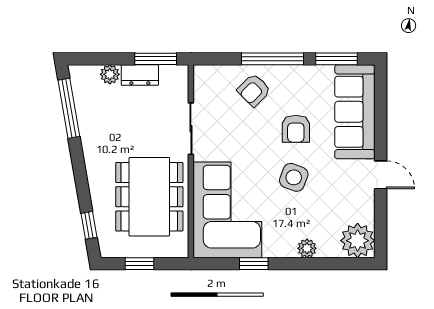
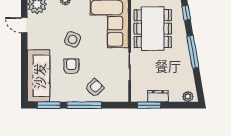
plant: (110, 74) -> (188, 97), moved
window: (69, 108) -> (193, 52), moved
door: (381, 175) -> (24, 25), moved

